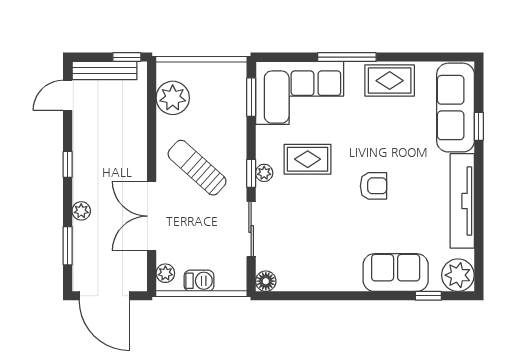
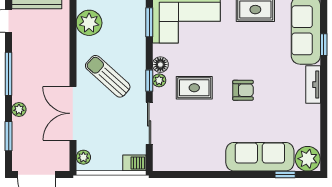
rug: (308, 159) -> (194, 88), moved
window: (68, 164) -> (9, 74), width x2.17
tv unit: (462, 201) -> (313, 85), width x0.52, depth x0.78
sofa: (396, 273) -> (260, 157), width x1.36
barbecue: (199, 281) -> (134, 163), moved
floor lamp: (266, 281) -> (160, 65), moved

